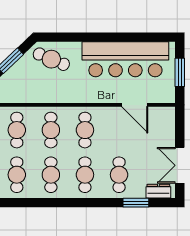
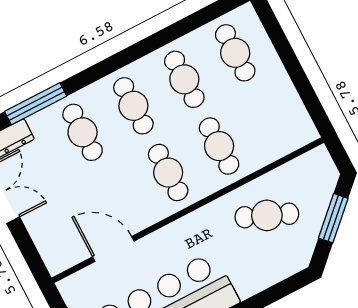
cafe table: (51, 59) -> (267, 215), moved
cafe table: (17, 130) -> (270, 120), removed
window: (136, 203) -> (36, 104), width x1.44

